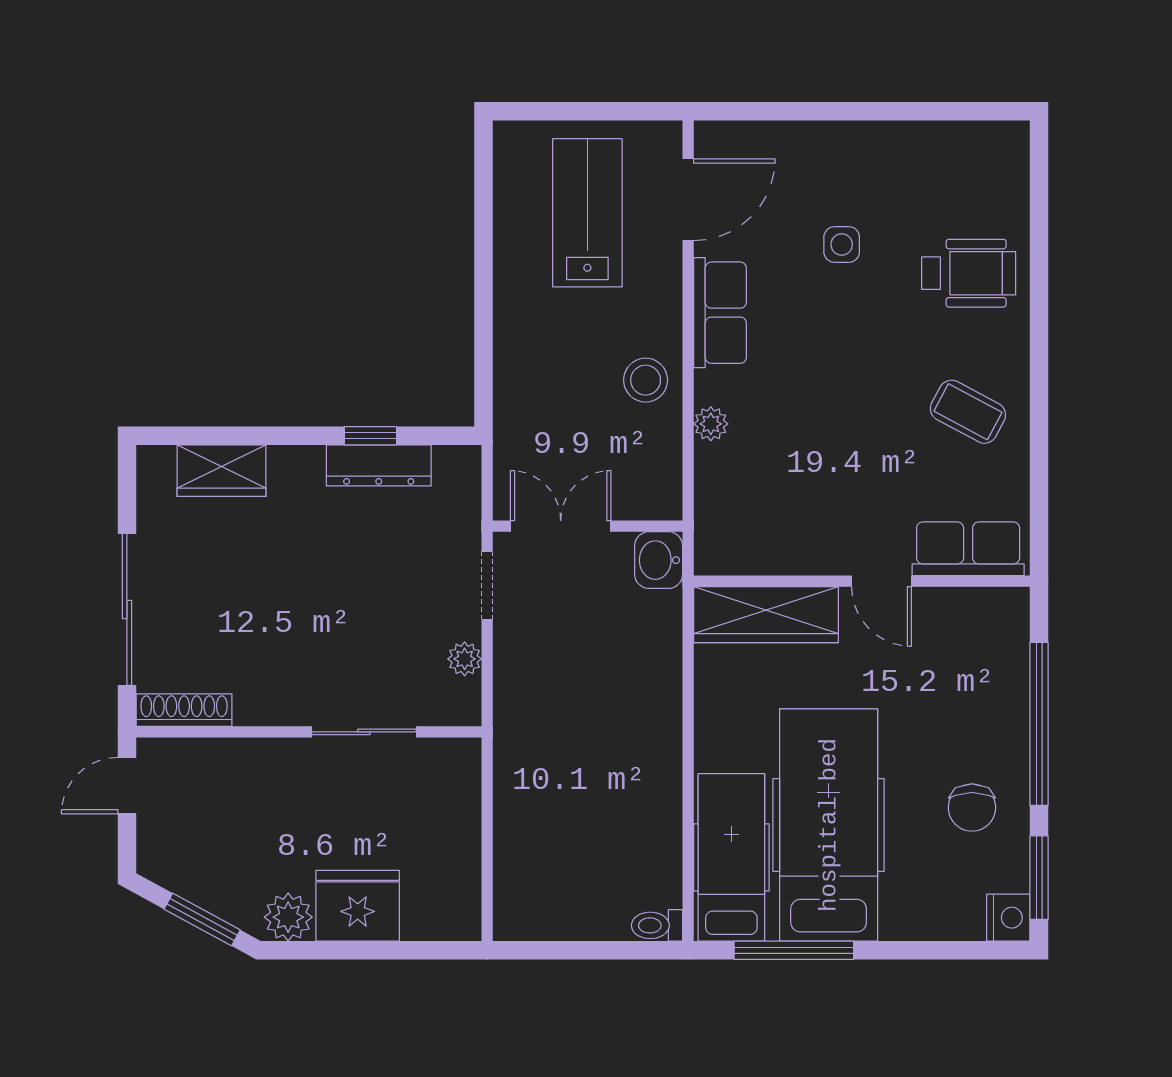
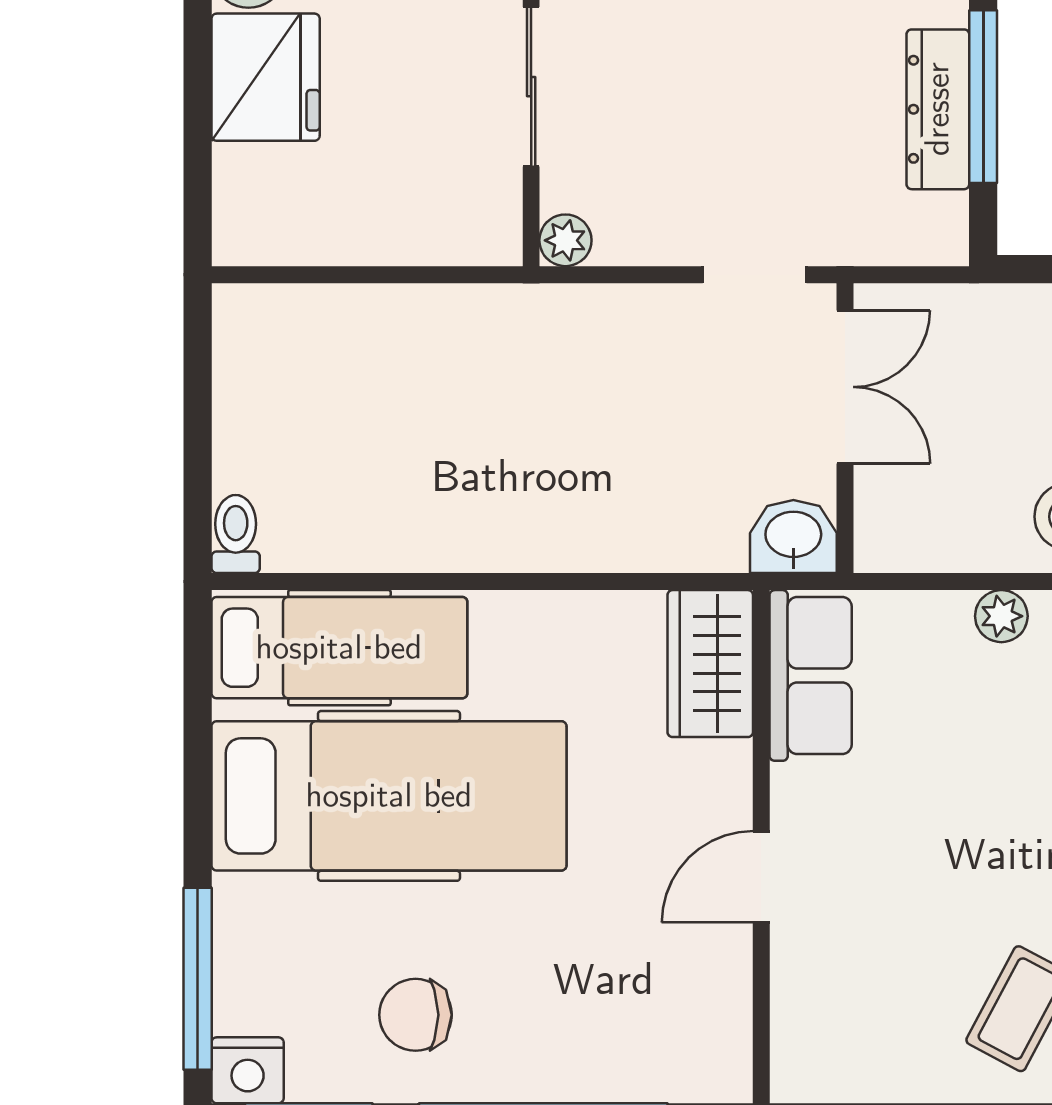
window: (370, 436) -> (983, 97), width x2.17
row of seats: (968, 549) -> (811, 675), moved
wardrobe: (766, 615) -> (710, 664), width x0.67
plant: (465, 659) -> (565, 240), moved
window: (794, 950) -> (198, 979), moved

